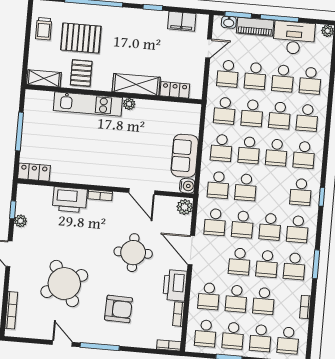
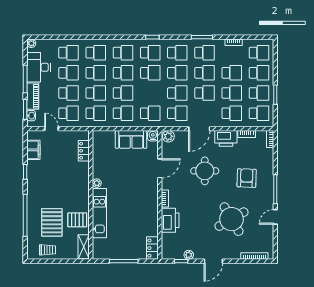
shelving: (136, 85) -> (82, 179), removed
school desk: (246, 187) -> (150, 73), moved

